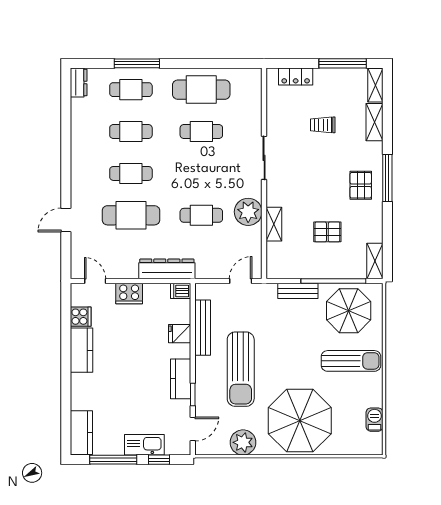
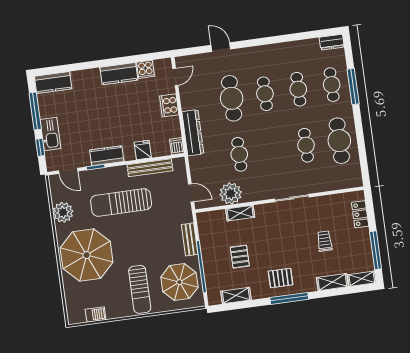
plant: (248, 212) -> (231, 193), moved
shelving: (375, 261) -> (236, 296), moved

